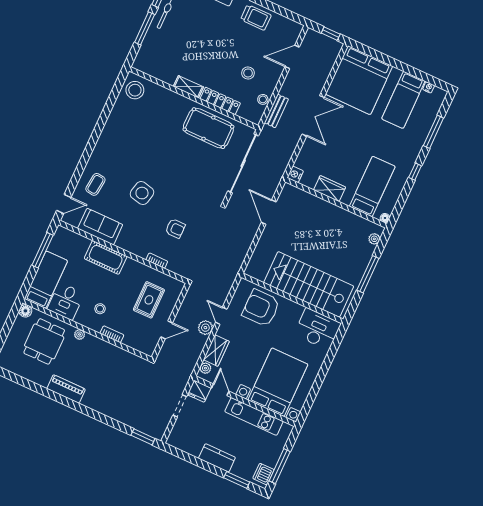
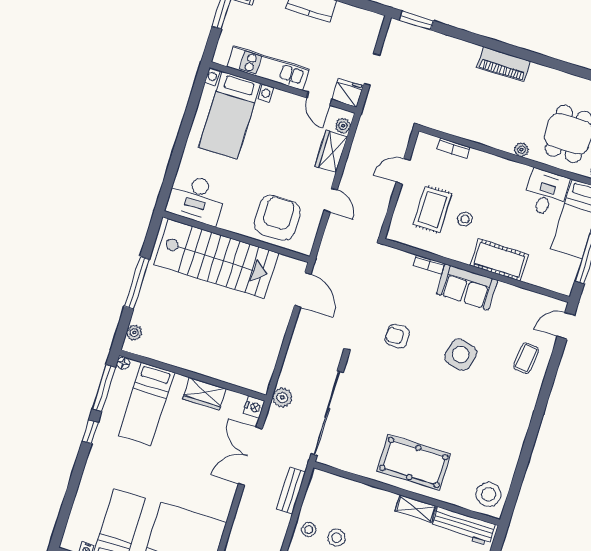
workbench: (156, 70) -> (463, 526), added
stool: (263, 99) -> (309, 530), moved
locker: (220, 101) -> (370, 495), removed
double door: (313, 116) -> (250, 456), moved
pool table: (208, 128) -> (414, 462), moved
window: (433, 132) -> (104, 388), moved
door: (269, 212) -> (303, 290), moved
sofa: (100, 227) -> (467, 287), moved
armchair: (175, 228) -> (397, 336), moved
armchair: (261, 308) -> (277, 218), turned -90
stool: (100, 309) -> (465, 219), moved
plant: (205, 328) -> (282, 398), moved
bookcase: (112, 334) -> (453, 148), moved
bed with nightstands: (278, 382) -> (230, 115), width x0.73
piano: (66, 389) -> (504, 64), moved

